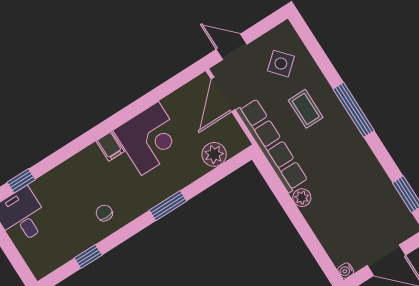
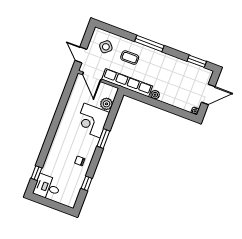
door: (232, 47) -> (81, 55), hinge flipped
corner desk: (150, 138) -> (92, 120), moved, turned 180
filing cabinet: (110, 146) -> (62, 132), removed

